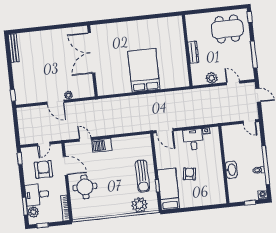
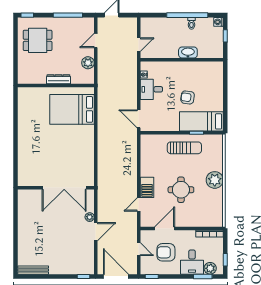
dining table: (227, 29) -> (38, 40), width x0.73
double door: (92, 53) -> (64, 188), moved
bed: (144, 70) -> (72, 109), moved
door: (249, 122) -> (139, 45), moved
door: (16, 125) -> (116, 276), added
door: (165, 131) -> (139, 119), swing flipped
round table: (85, 187) -> (181, 190), moved
plant: (139, 205) -> (215, 180), moved

